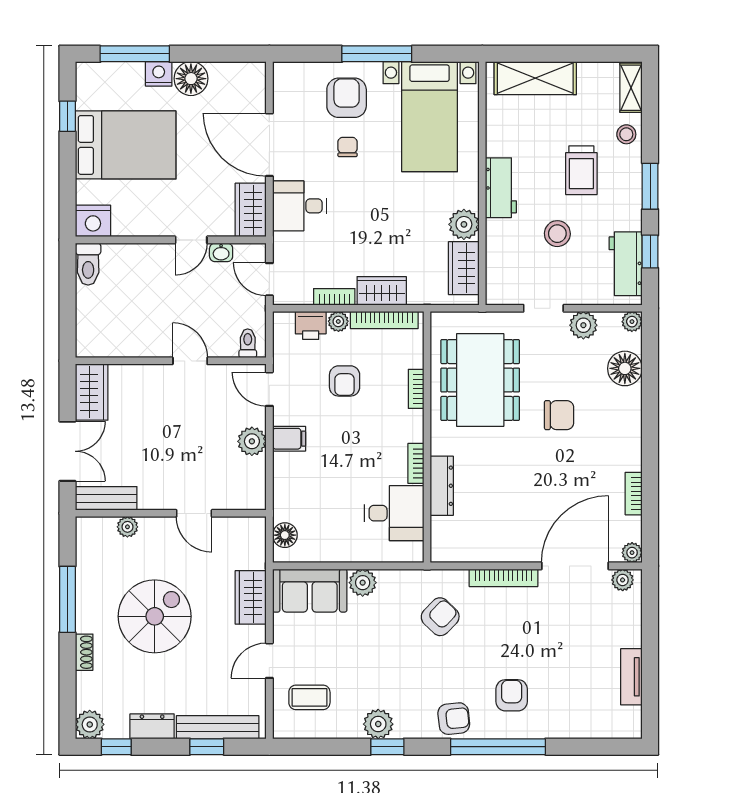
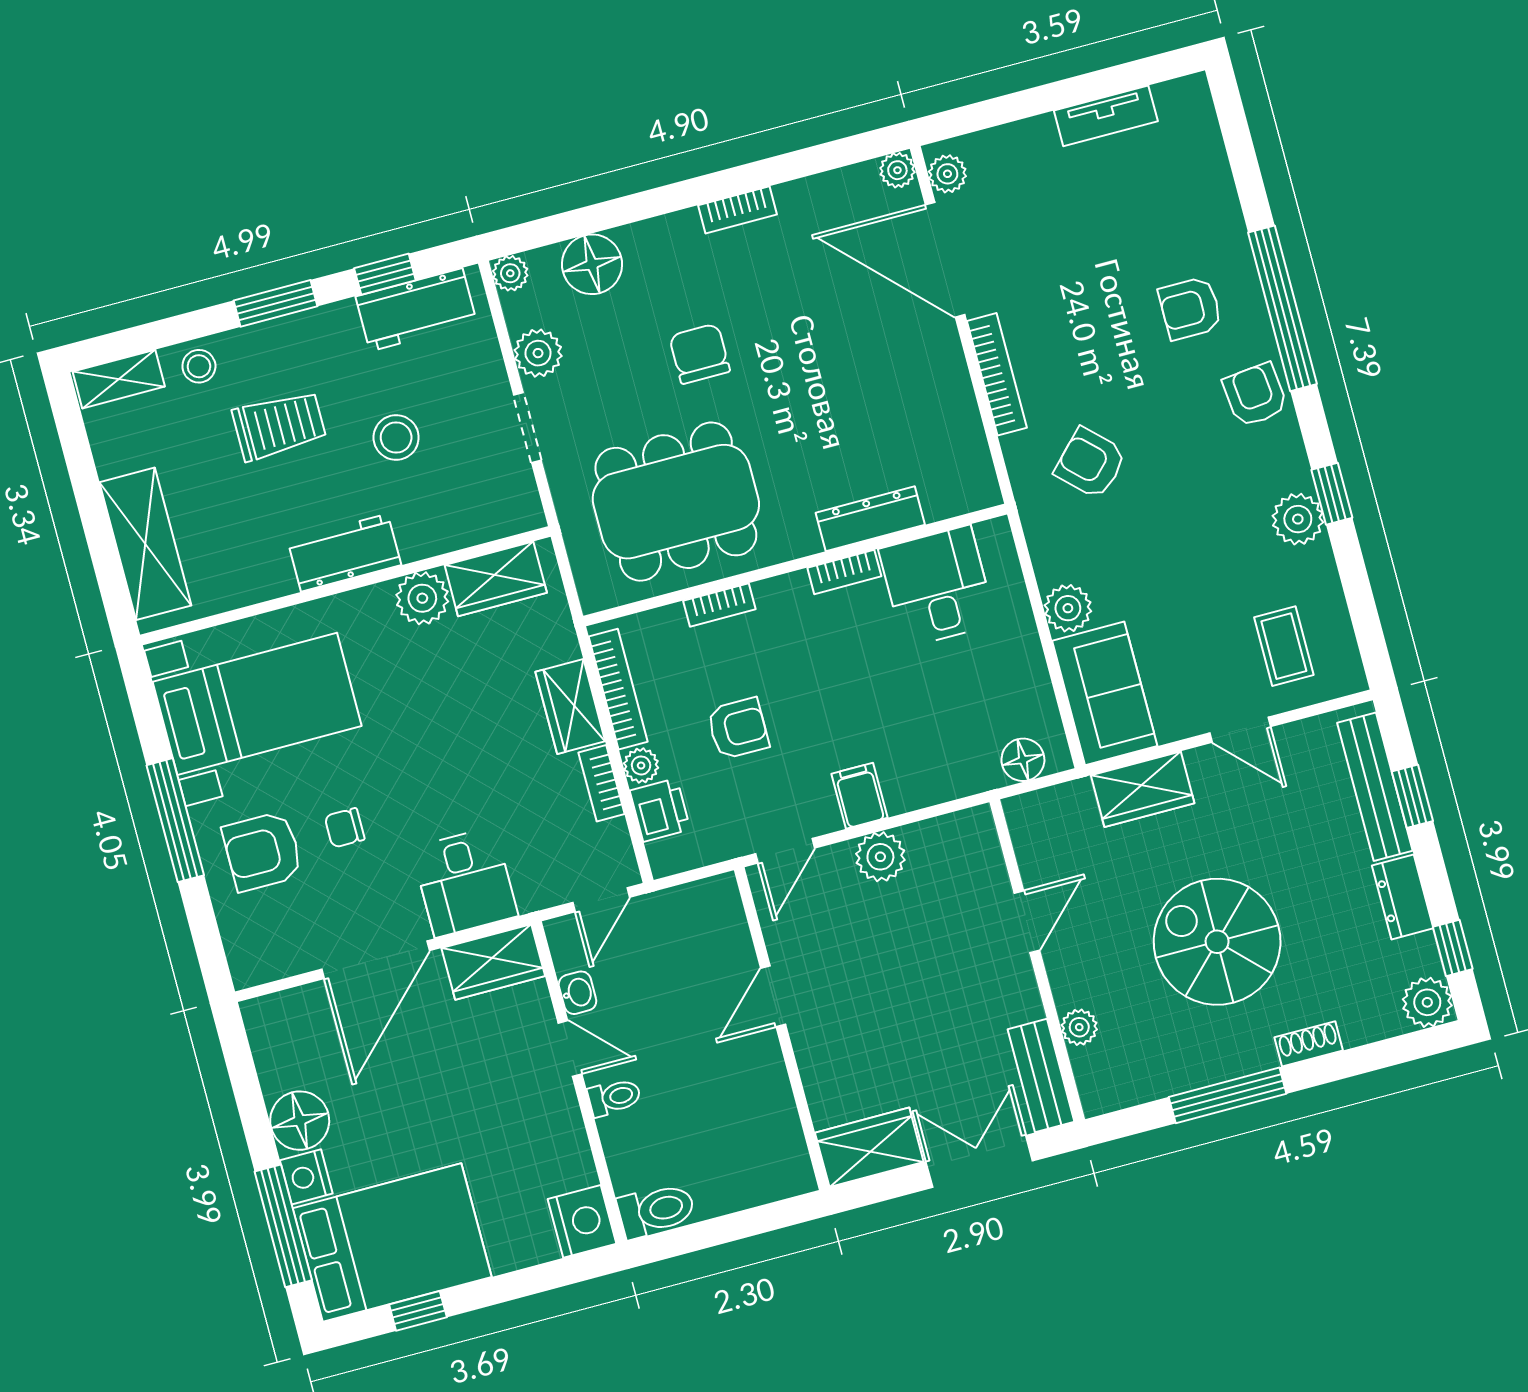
bed: (126, 145) -> (392, 1243), moved, turned 90
toilet: (248, 343) -> (614, 1097), moved, turned 180
bookcase: (634, 494) -> (737, 210), moved

